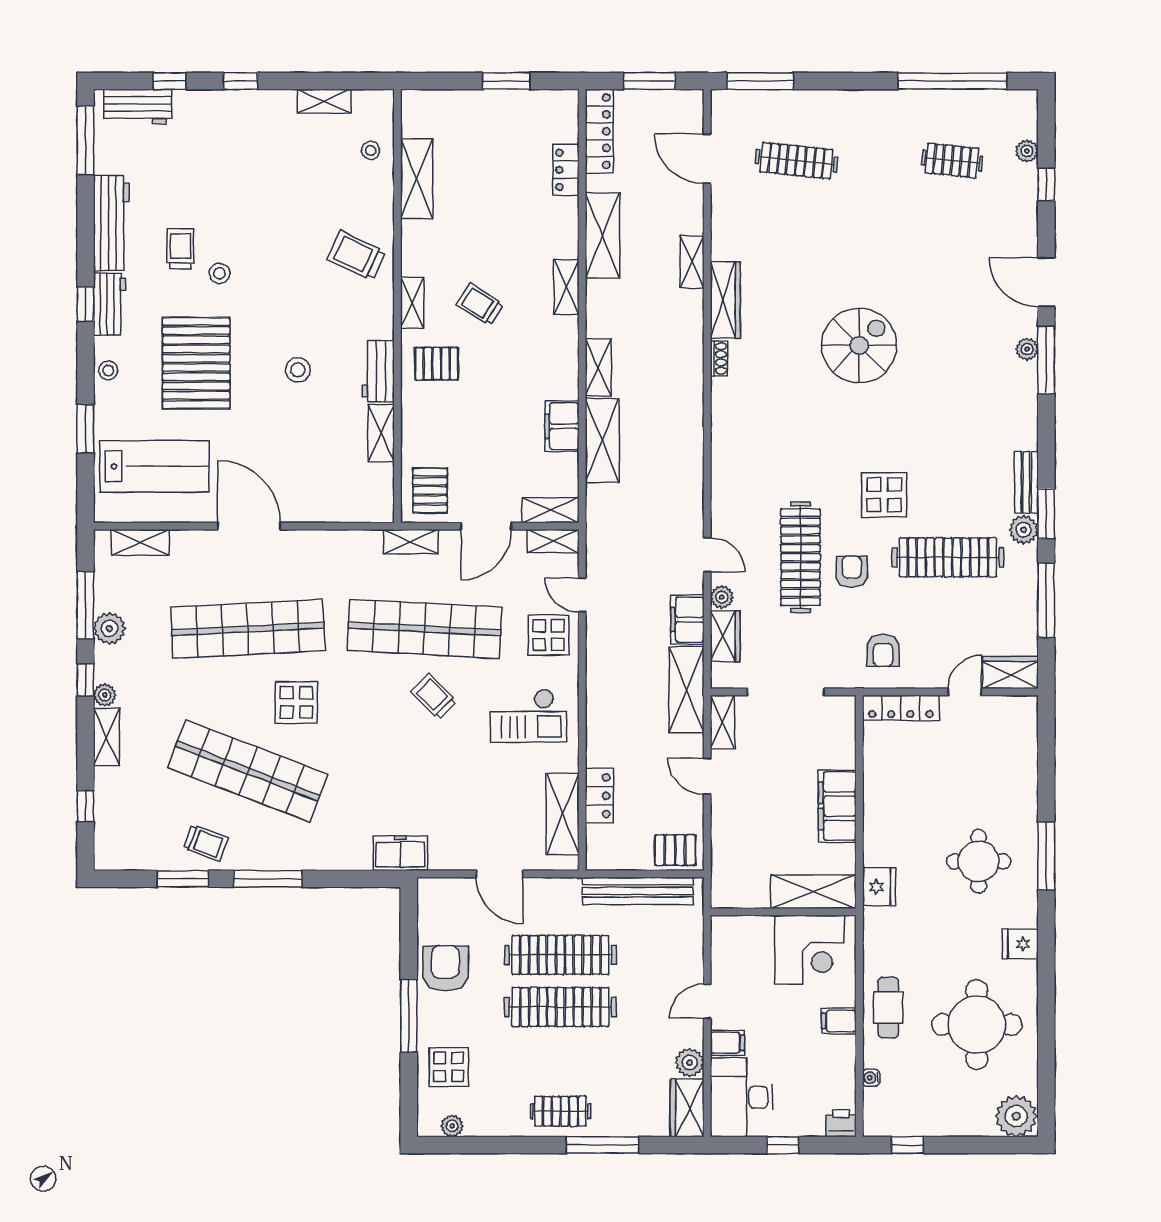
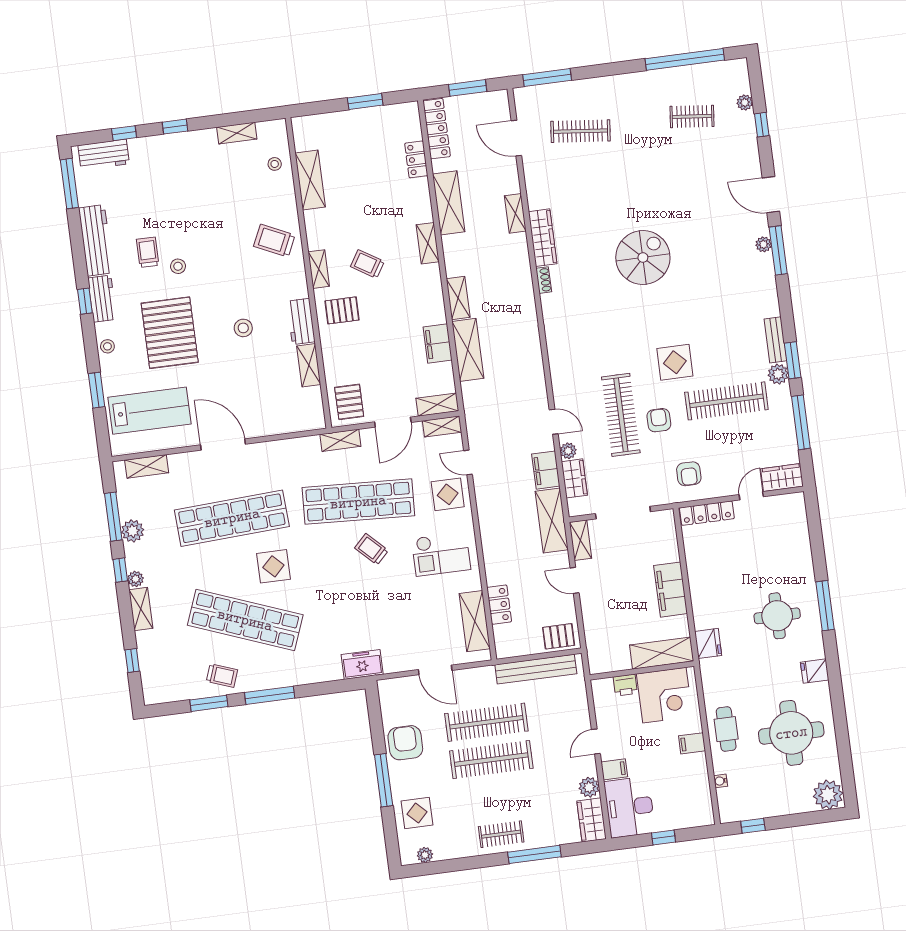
printer: (841, 1123) -> (625, 685), moved, turned 180

